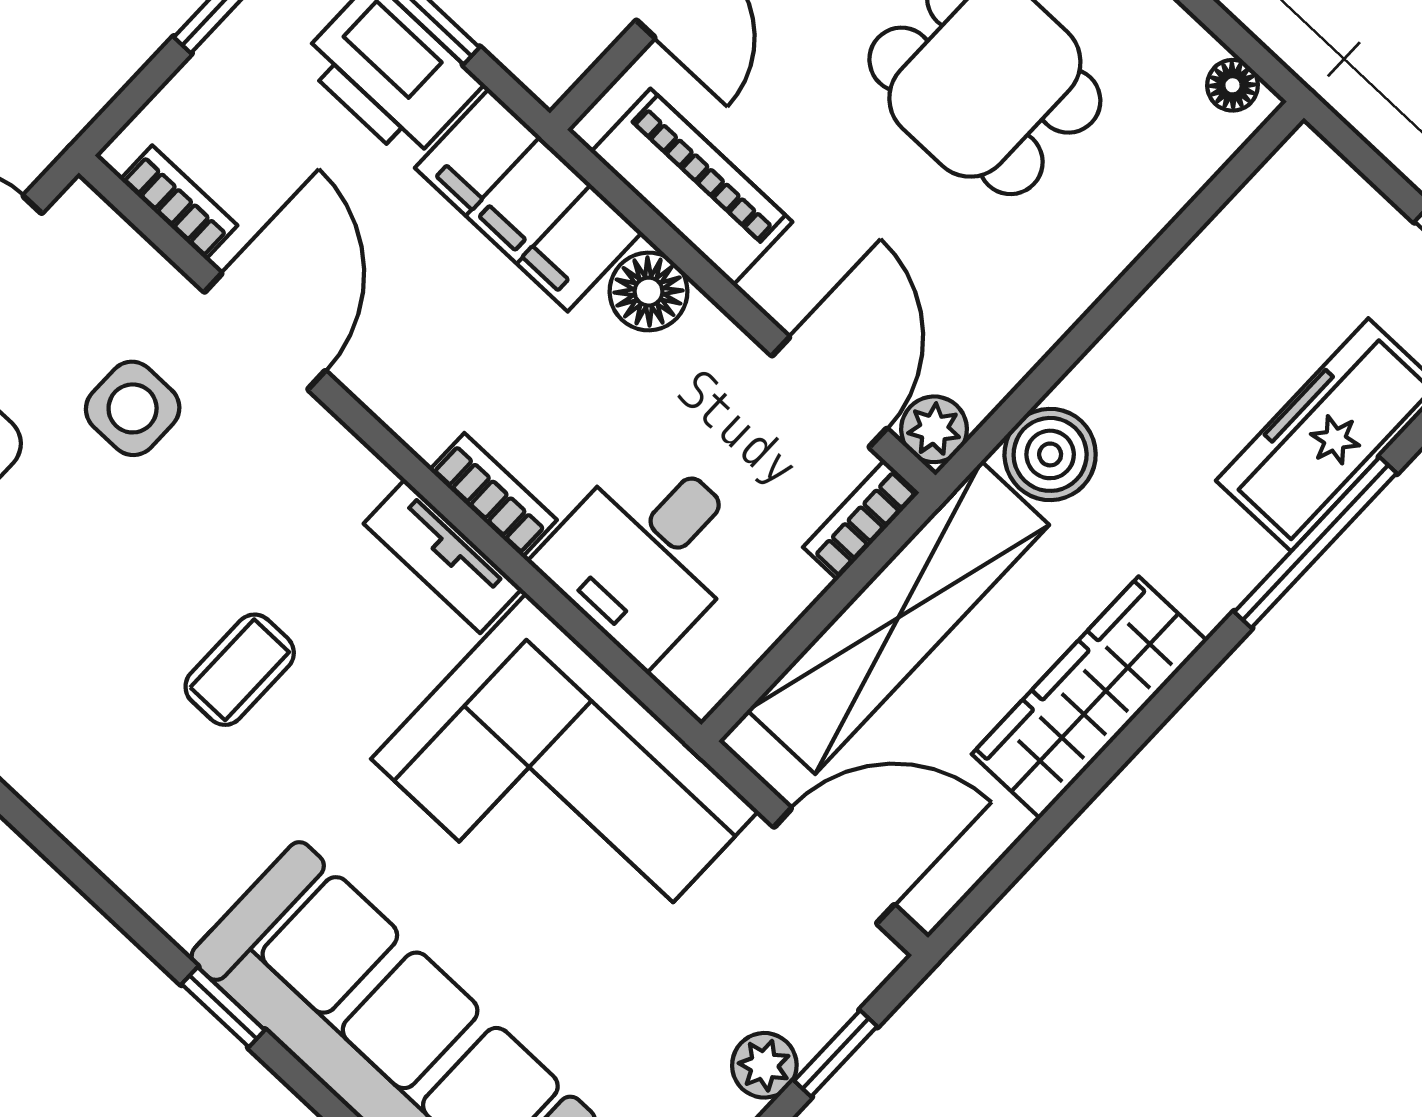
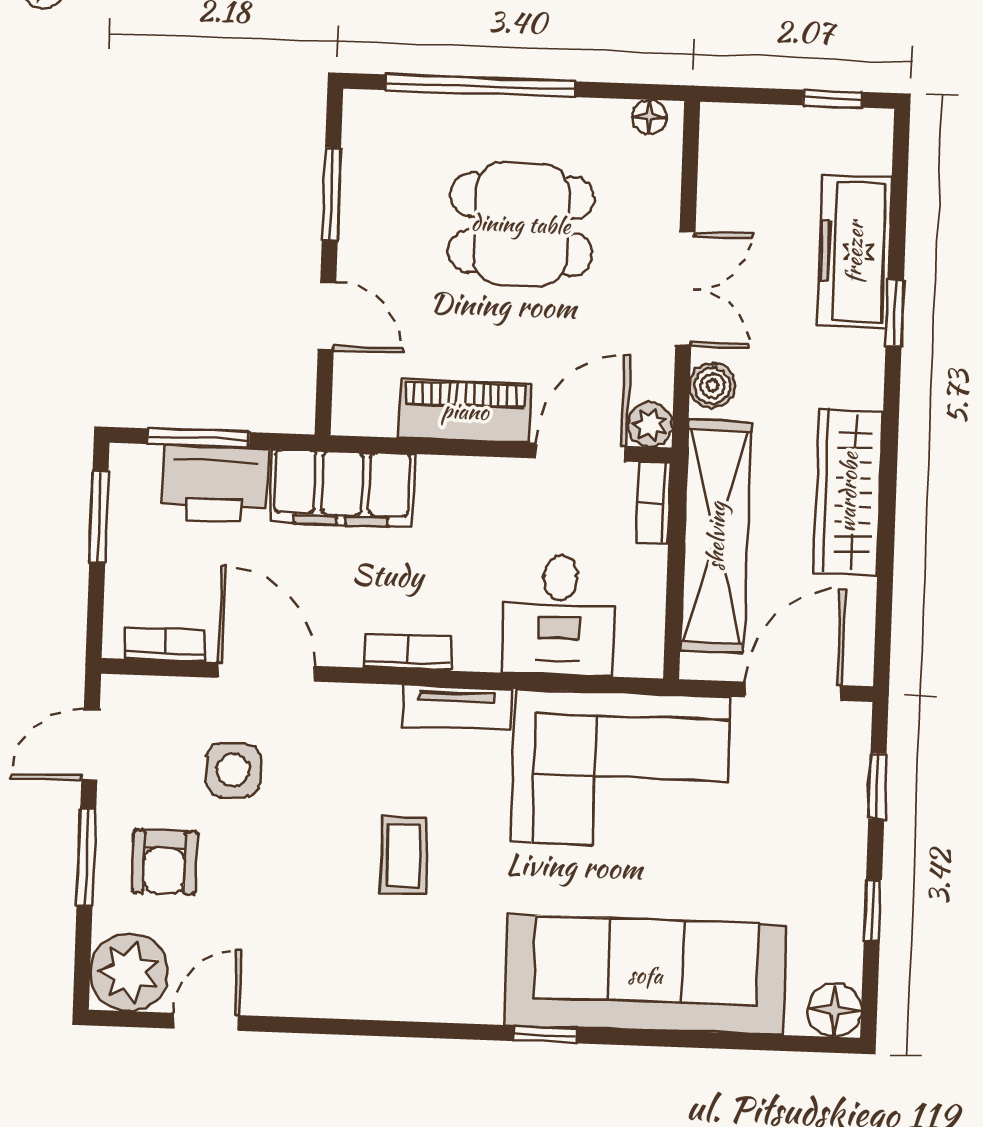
piano: (692, 187) -> (465, 411), moved
floor lamp: (649, 292) -> (444, 481), removed
double door: (1106, 312) -> (685, 289), added
door: (829, 392) -> (581, 452), hinge flipped
boiler: (1050, 454) -> (712, 386), width x0.73, depth x0.73
bookcase: (493, 495) -> (408, 652), moved
window: (1315, 543) -> (895, 313), width x0.46
plant: (764, 1065) -> (846, 824), removed

